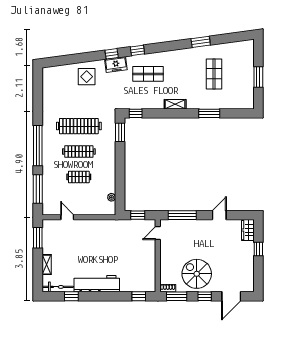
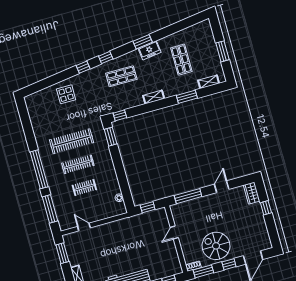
window: (201, 42) -> (143, 42), moved
freezer: (116, 64) -> (150, 50), moved
shelving: (236, 104) -> (209, 82), added
door: (158, 233) -> (174, 232), moved

